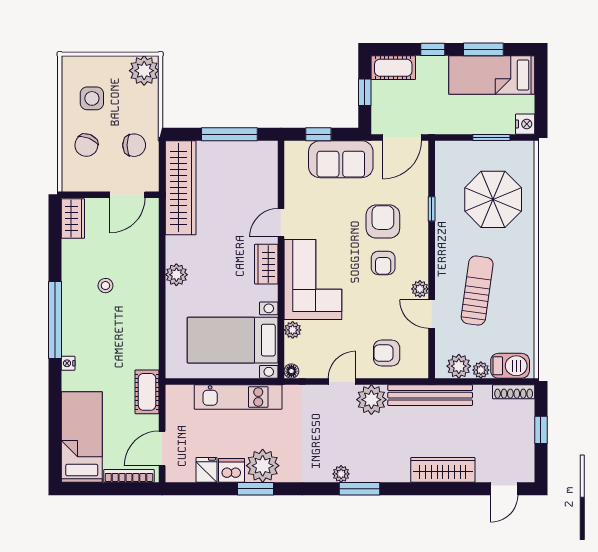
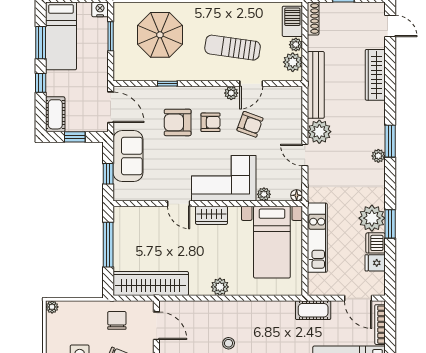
plant: (144, 71) -> (52, 307), width x0.53, depth x0.53
armchair: (387, 353) -> (250, 124), moved, turned -70

